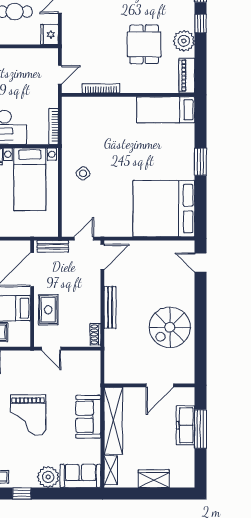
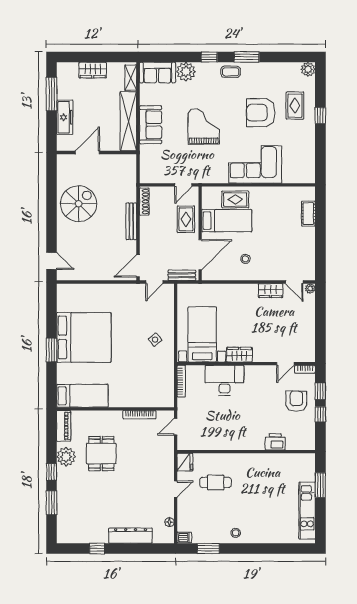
bed: (164, 209) -> (84, 337), moved
shoe rack: (95, 334) -> (144, 202), width x1.43
door: (51, 349) -> (183, 185), swing flipped
window: (200, 429) -> (52, 94), moved

